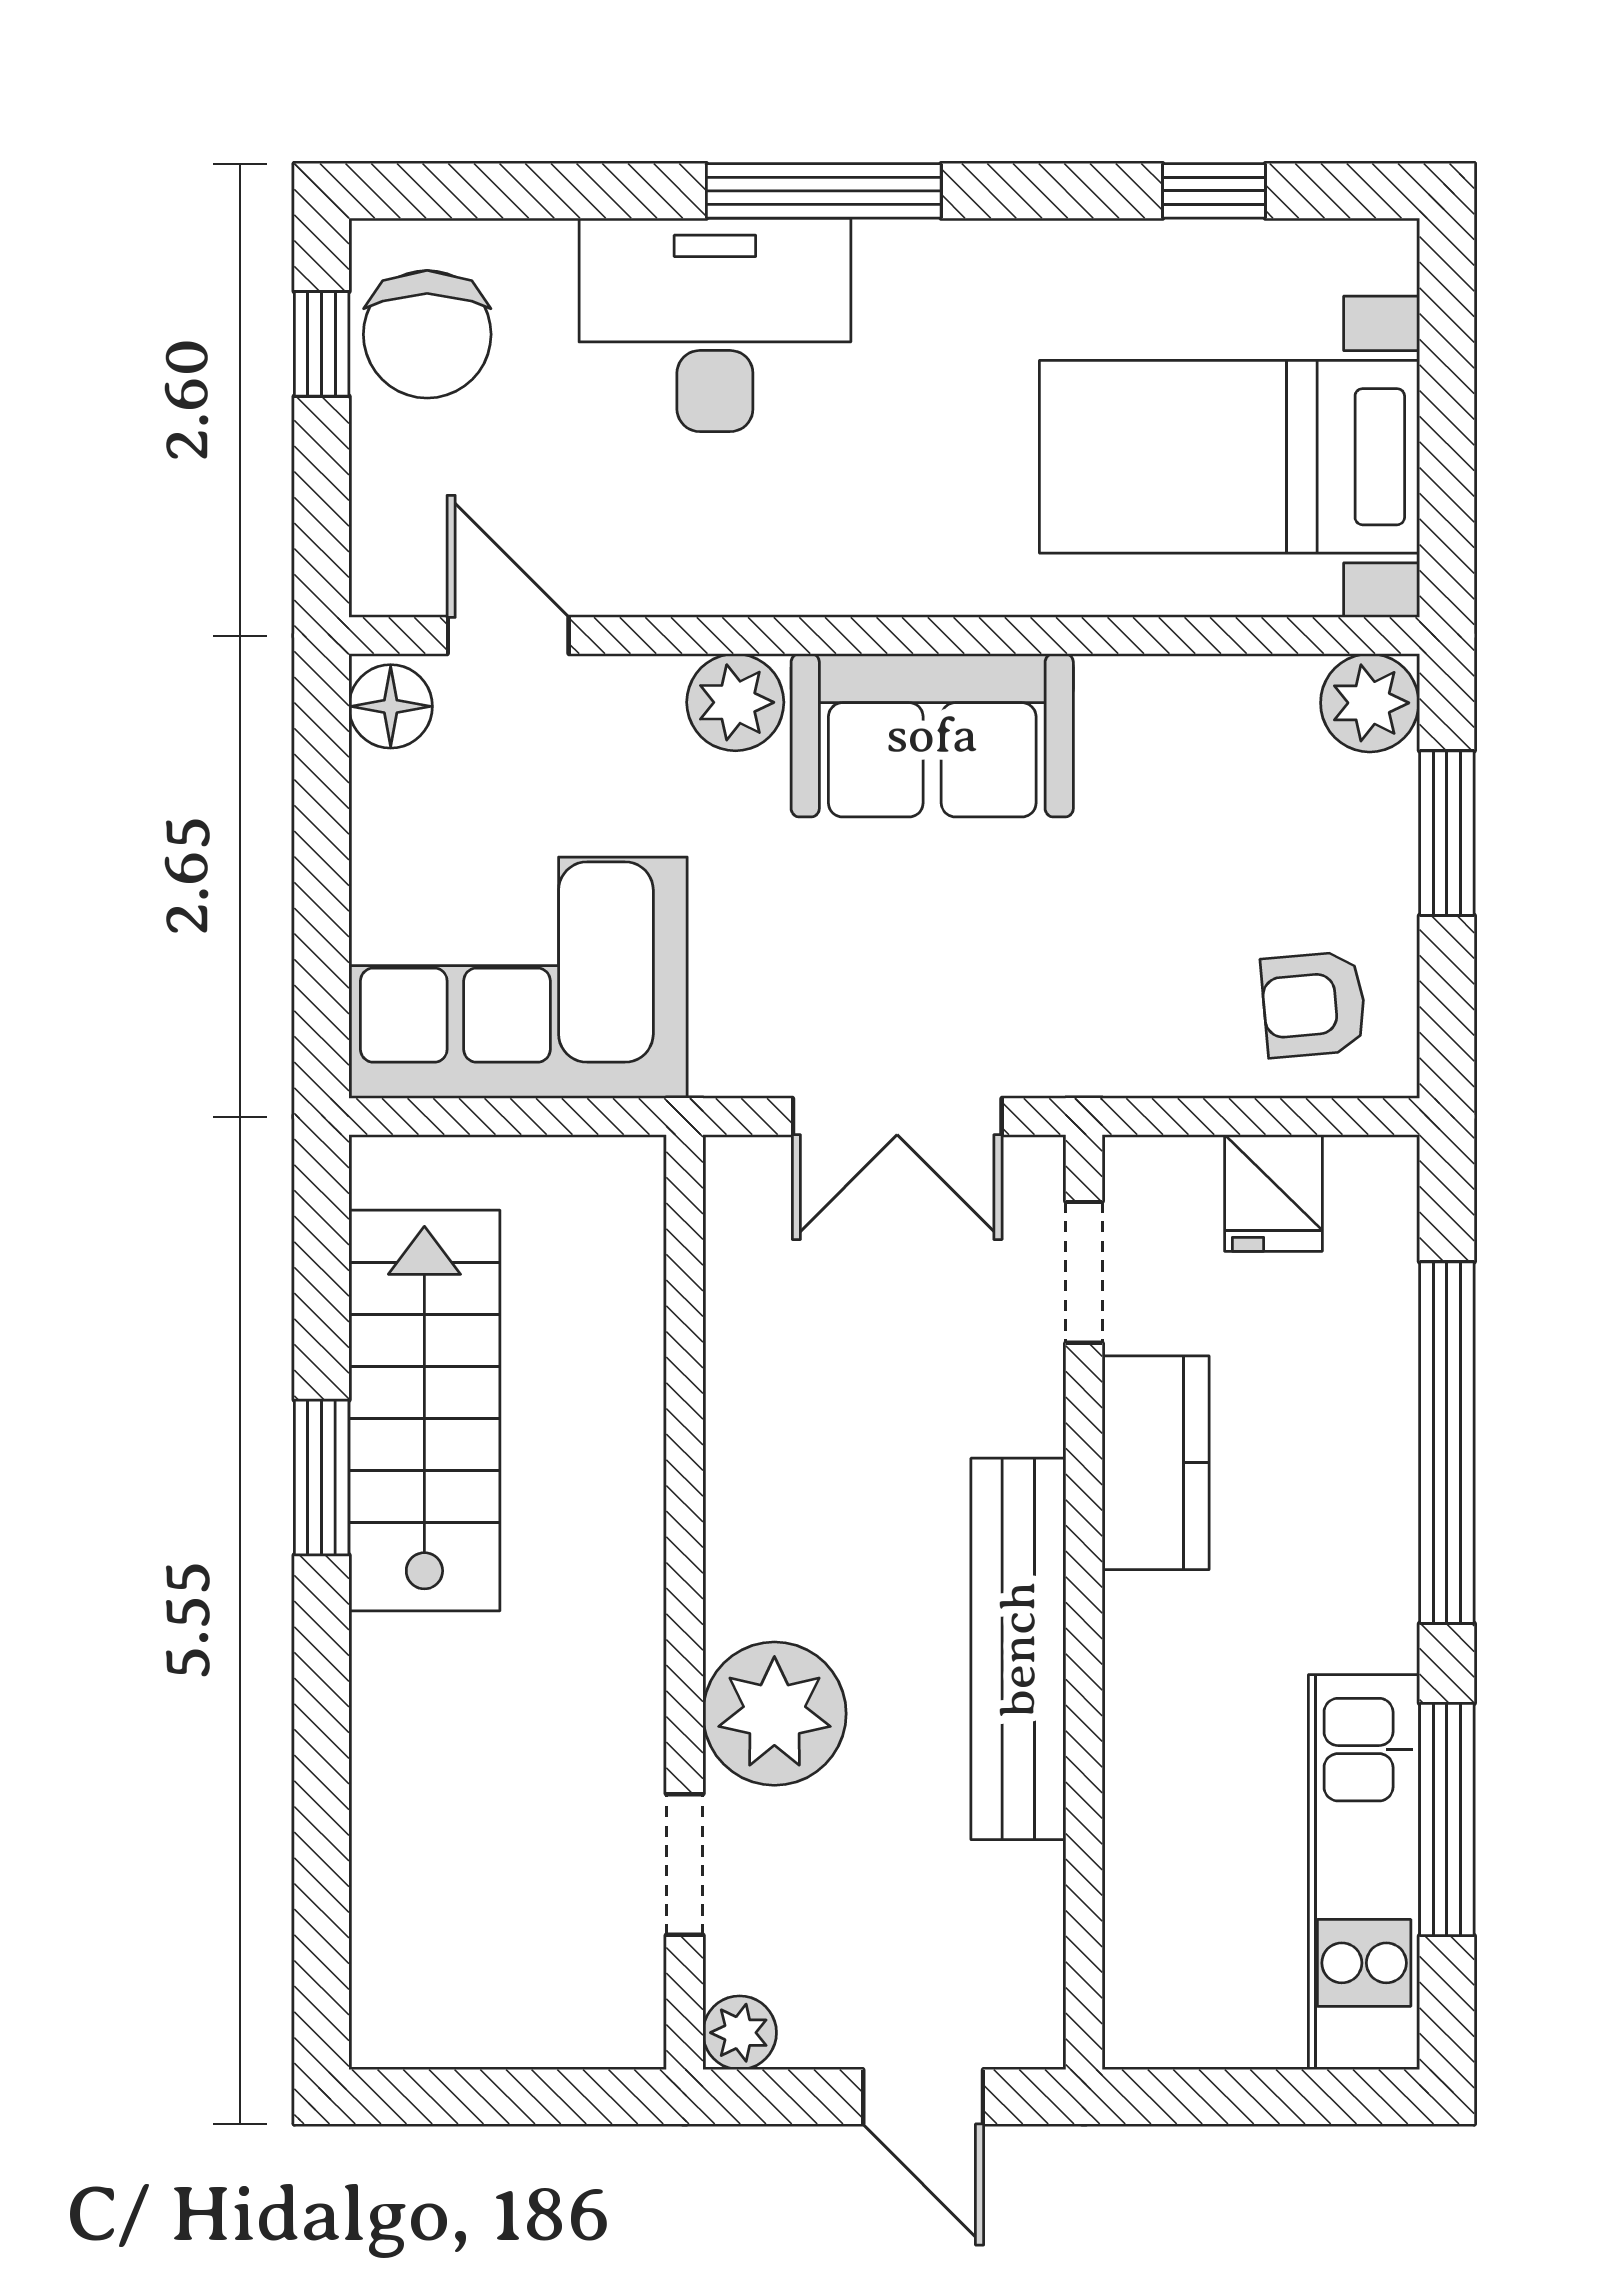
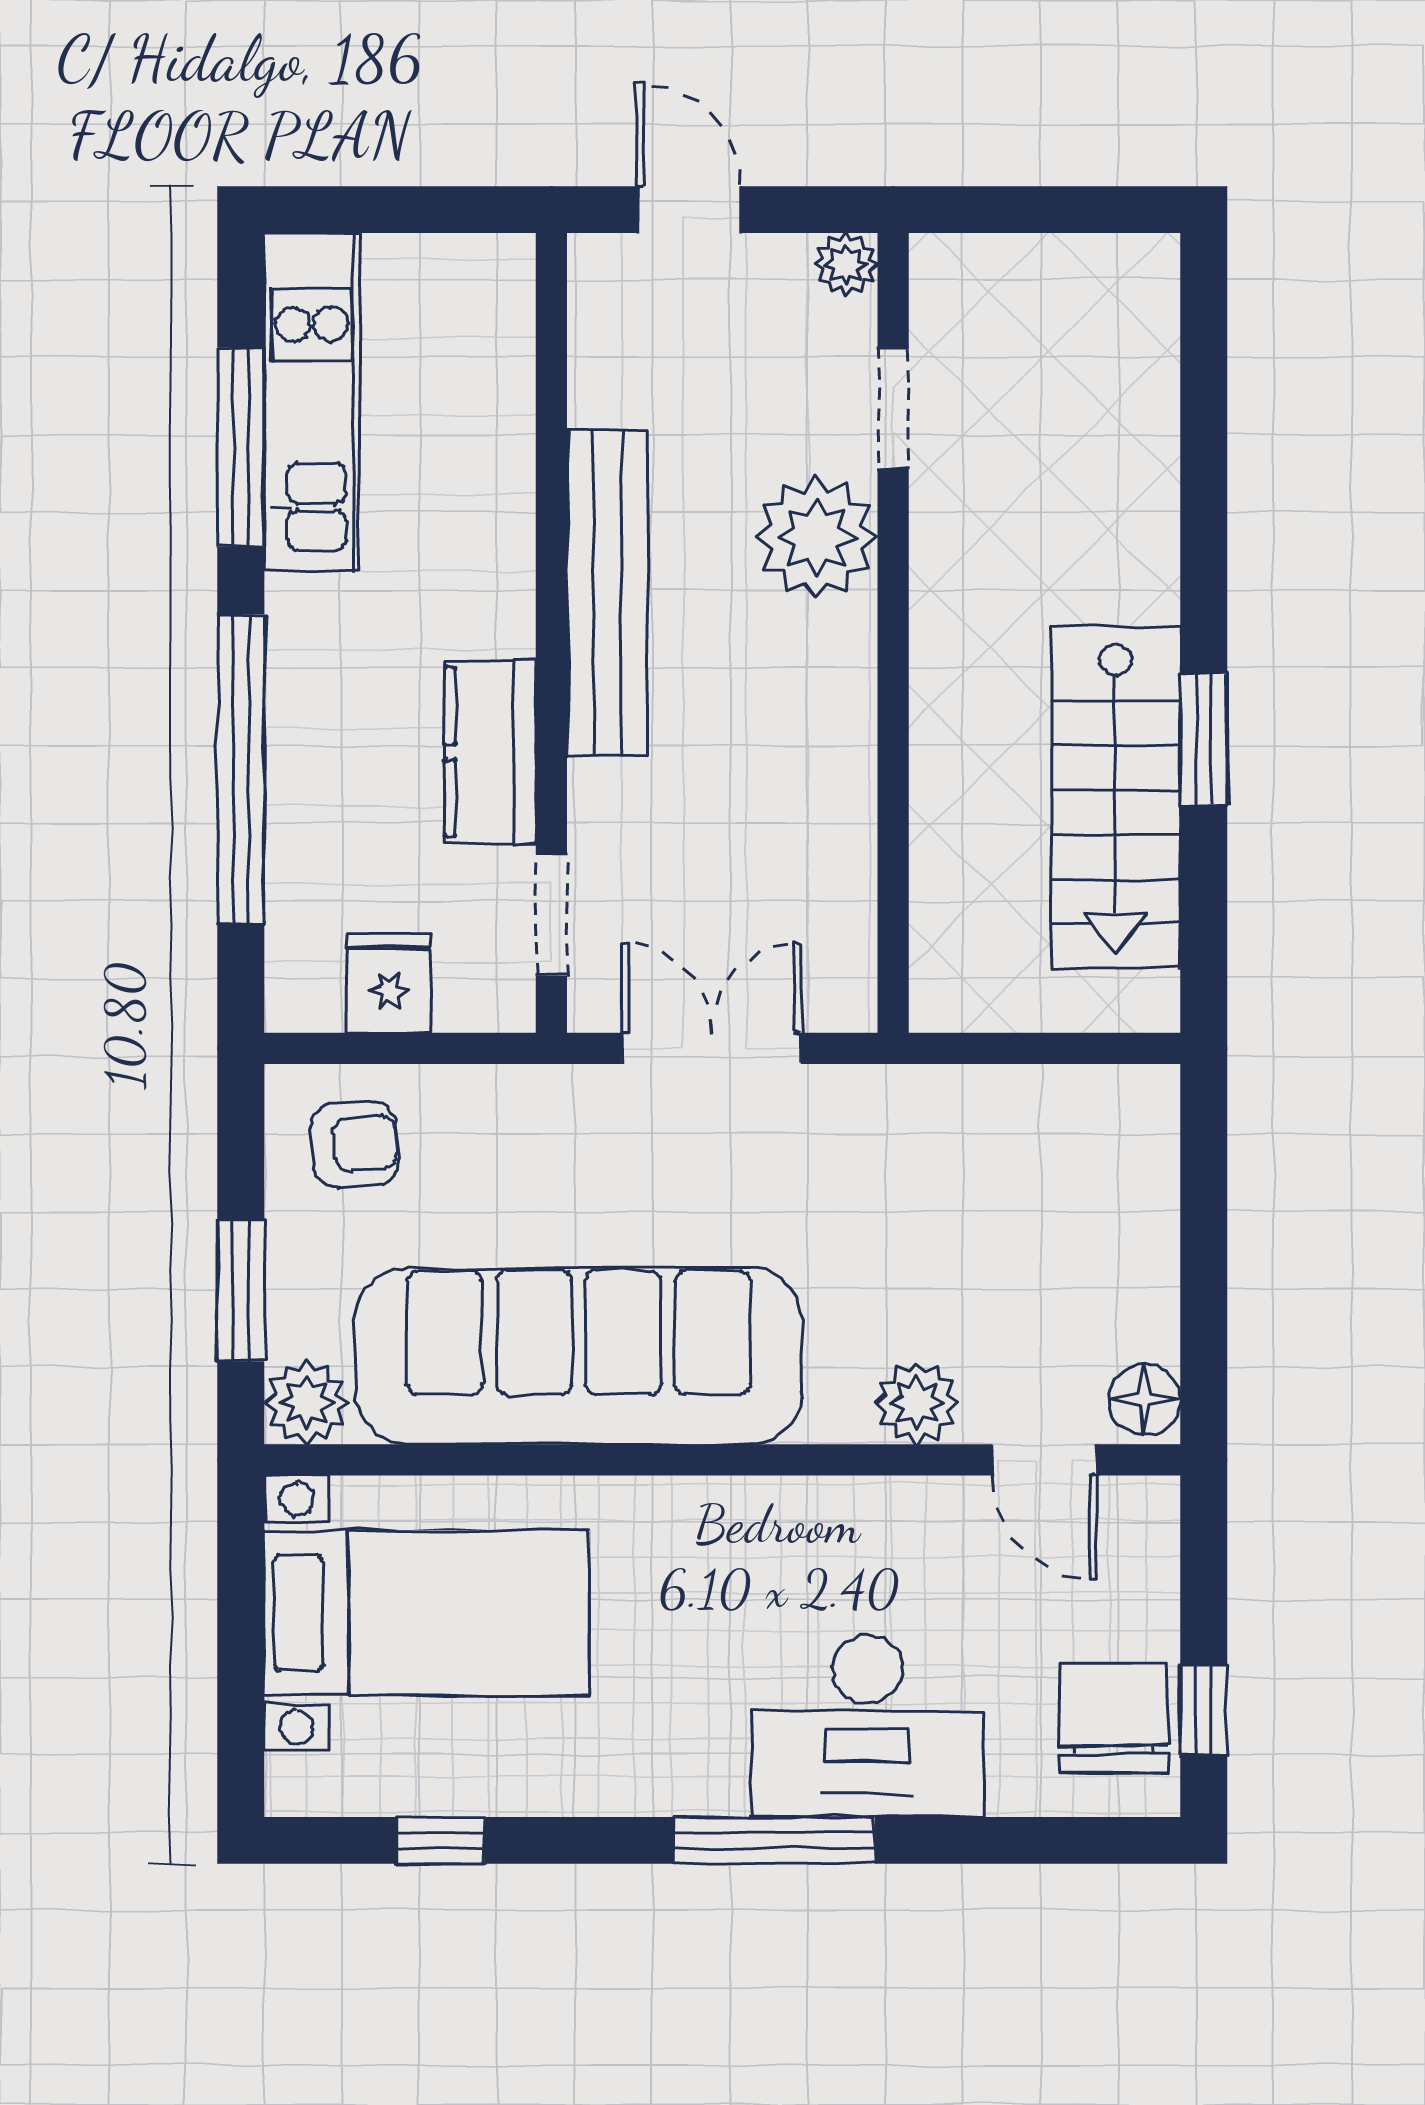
plant: (735, 702) -> (917, 1403), moved
sofa: (932, 735) -> (579, 1356), width x1.85, depth x1.27
corner sofa: (518, 978) -> (1036, 1167), removed

